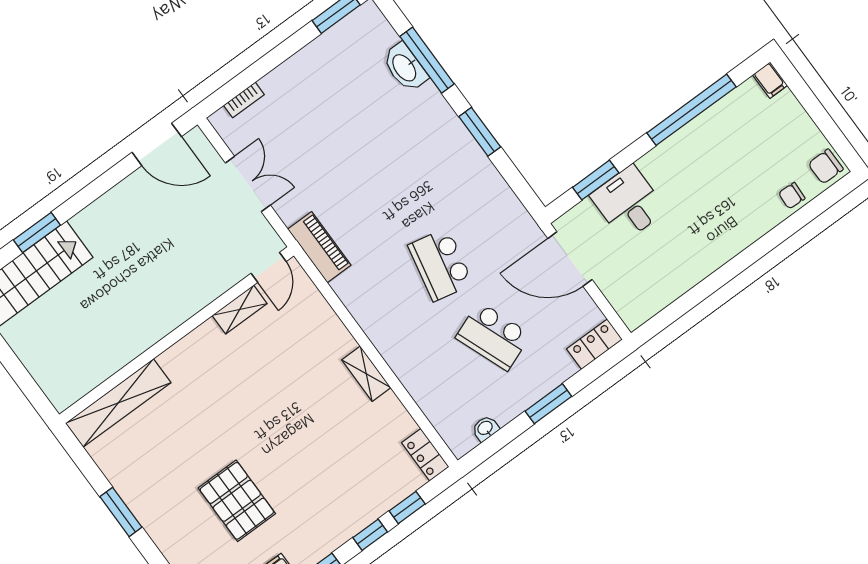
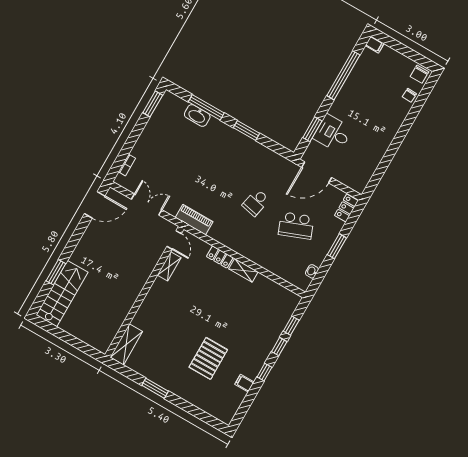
school desk: (441, 265) -> (256, 202), width x0.54
shelving: (118, 403) -> (126, 344), width x0.68
locker: (425, 455) -> (220, 257), moved
pallet: (237, 501) -> (208, 358), turned 90

